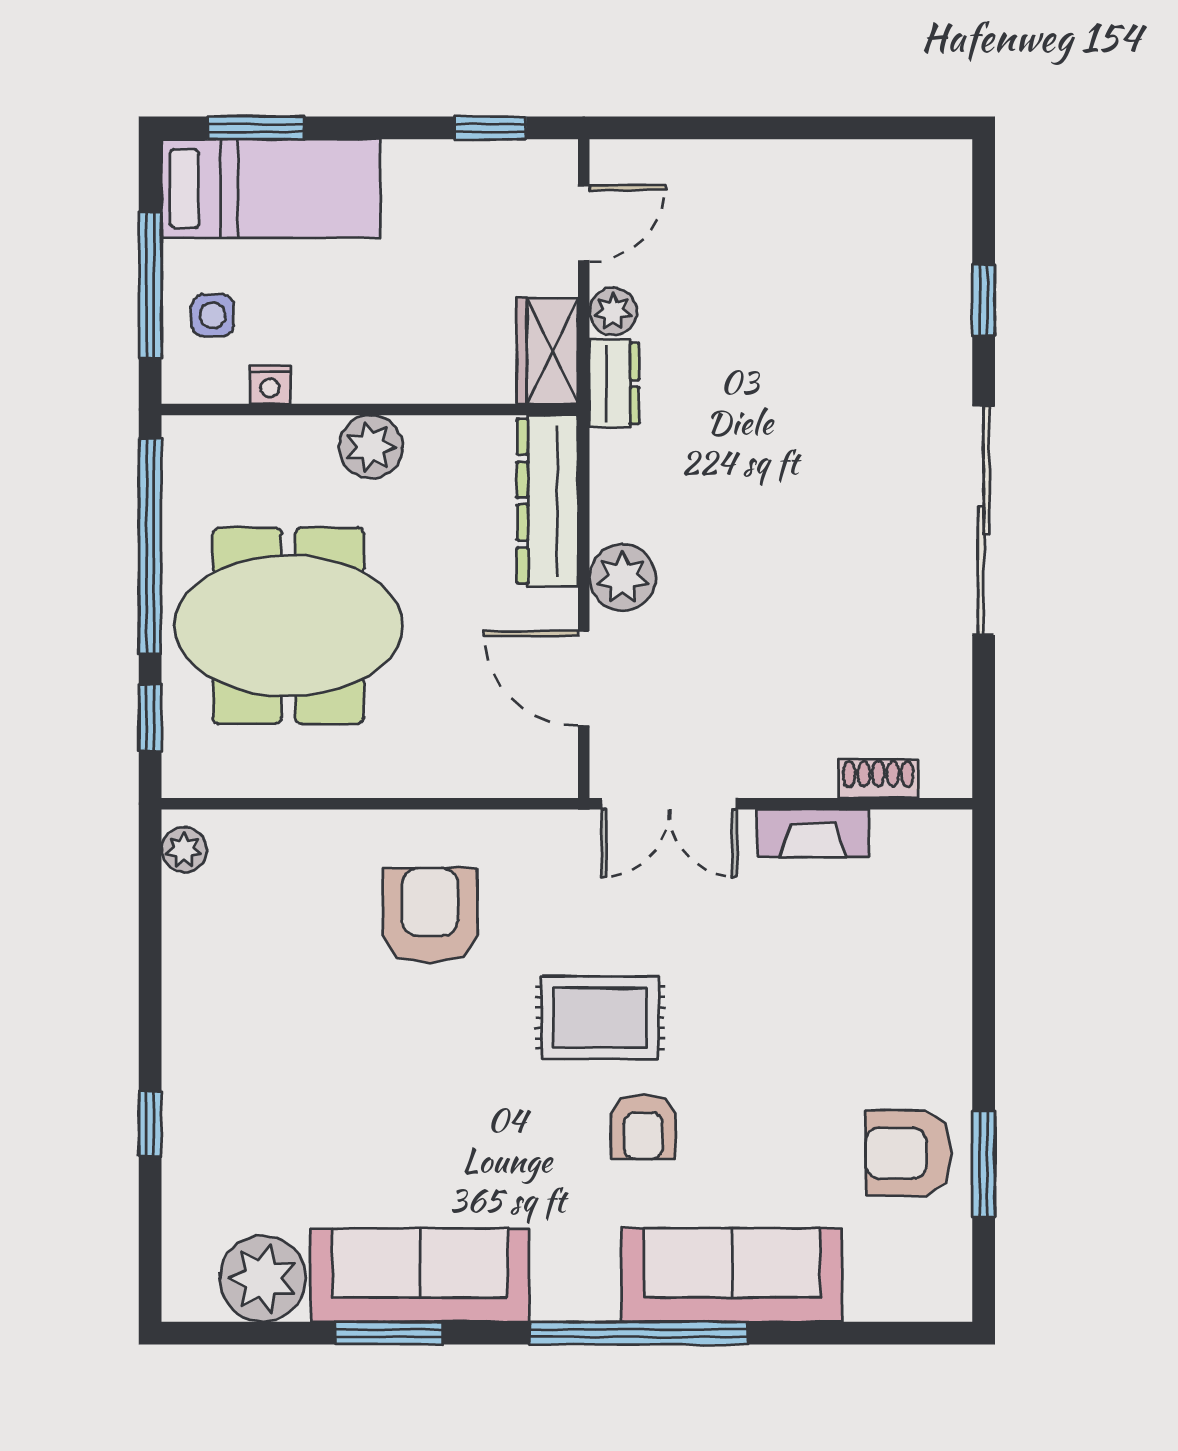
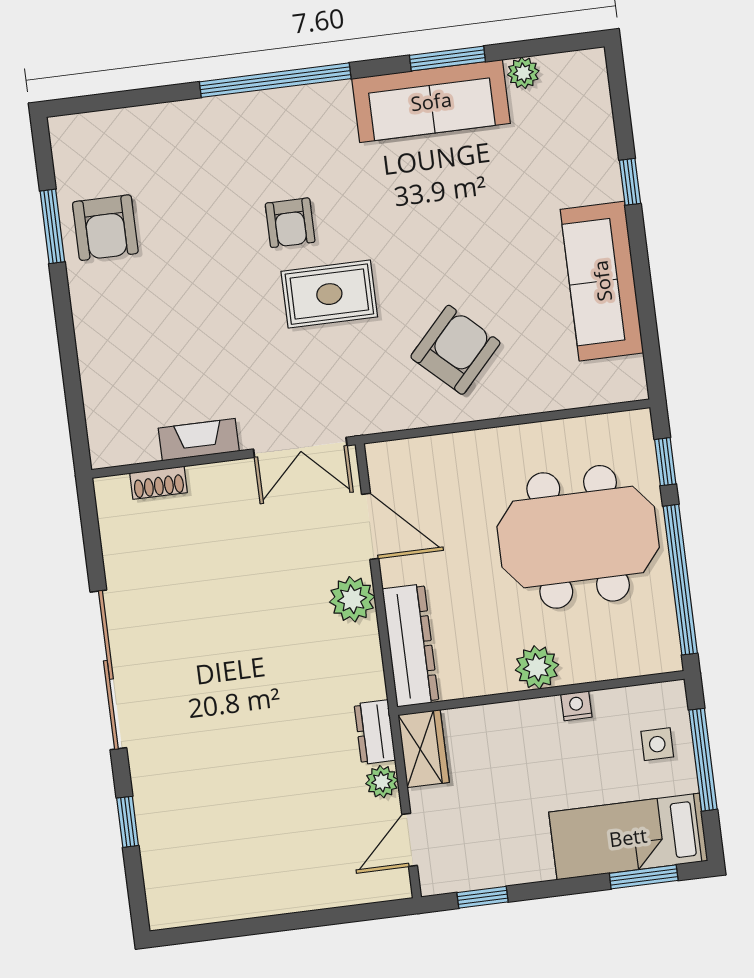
nightstand: (270, 385) -> (576, 706), moved
double door: (669, 804) -> (300, 447), swing flipped
plant: (184, 850) -> (631, 374), removed
armchair: (430, 915) -> (455, 350), turned -137
armchair: (643, 1127) -> (290, 223), turned 180
armchair: (908, 1153) -> (105, 228), turned 90
sofa: (732, 1275) -> (602, 281), moved, turned 90
plant: (263, 1279) -> (523, 73), width x0.53, depth x0.53

